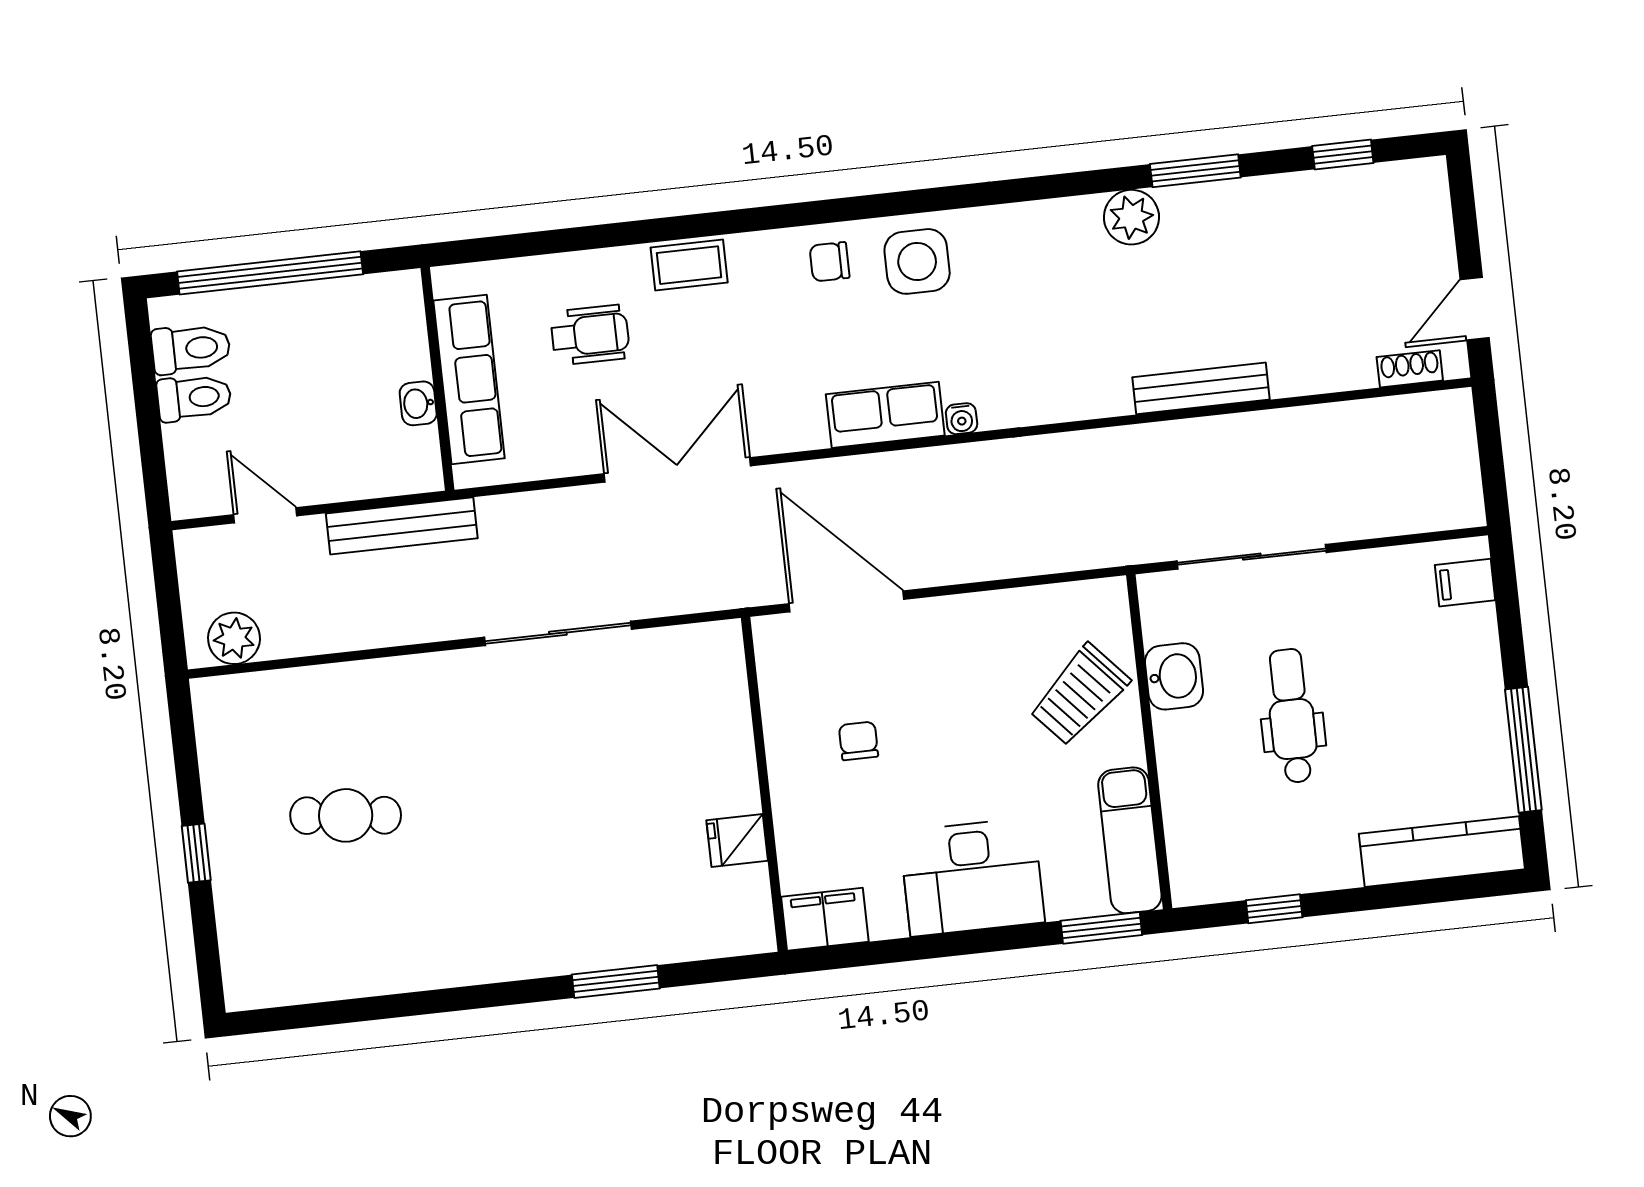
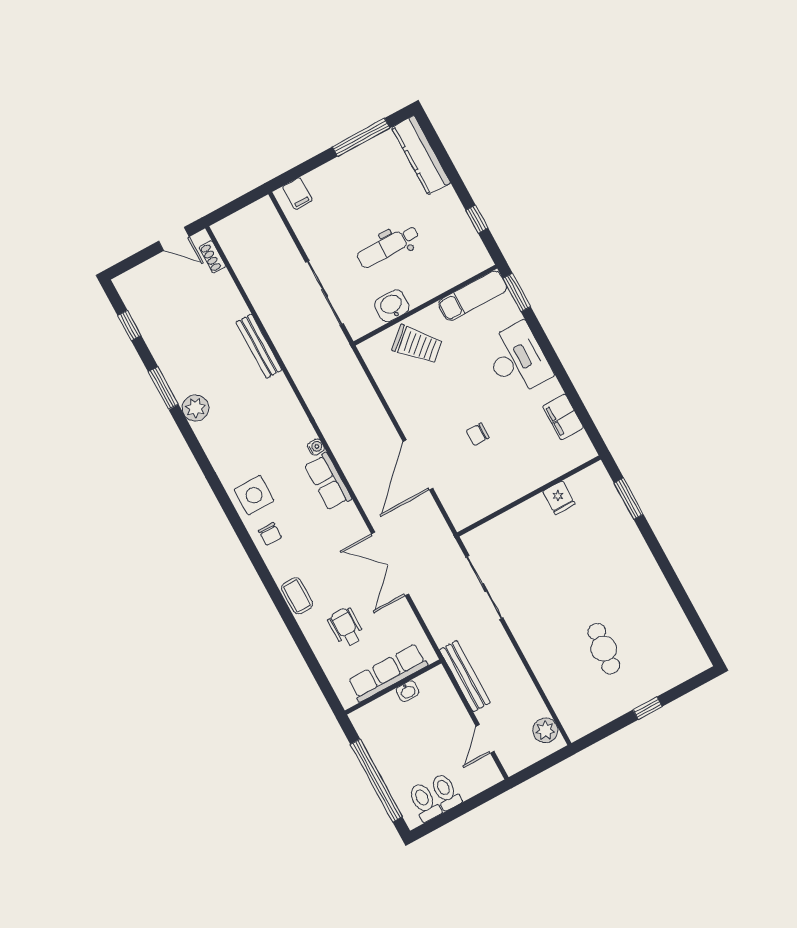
wall: (764, 784) -> (529, 496), moved
fridge: (737, 840) -> (559, 498), moved

